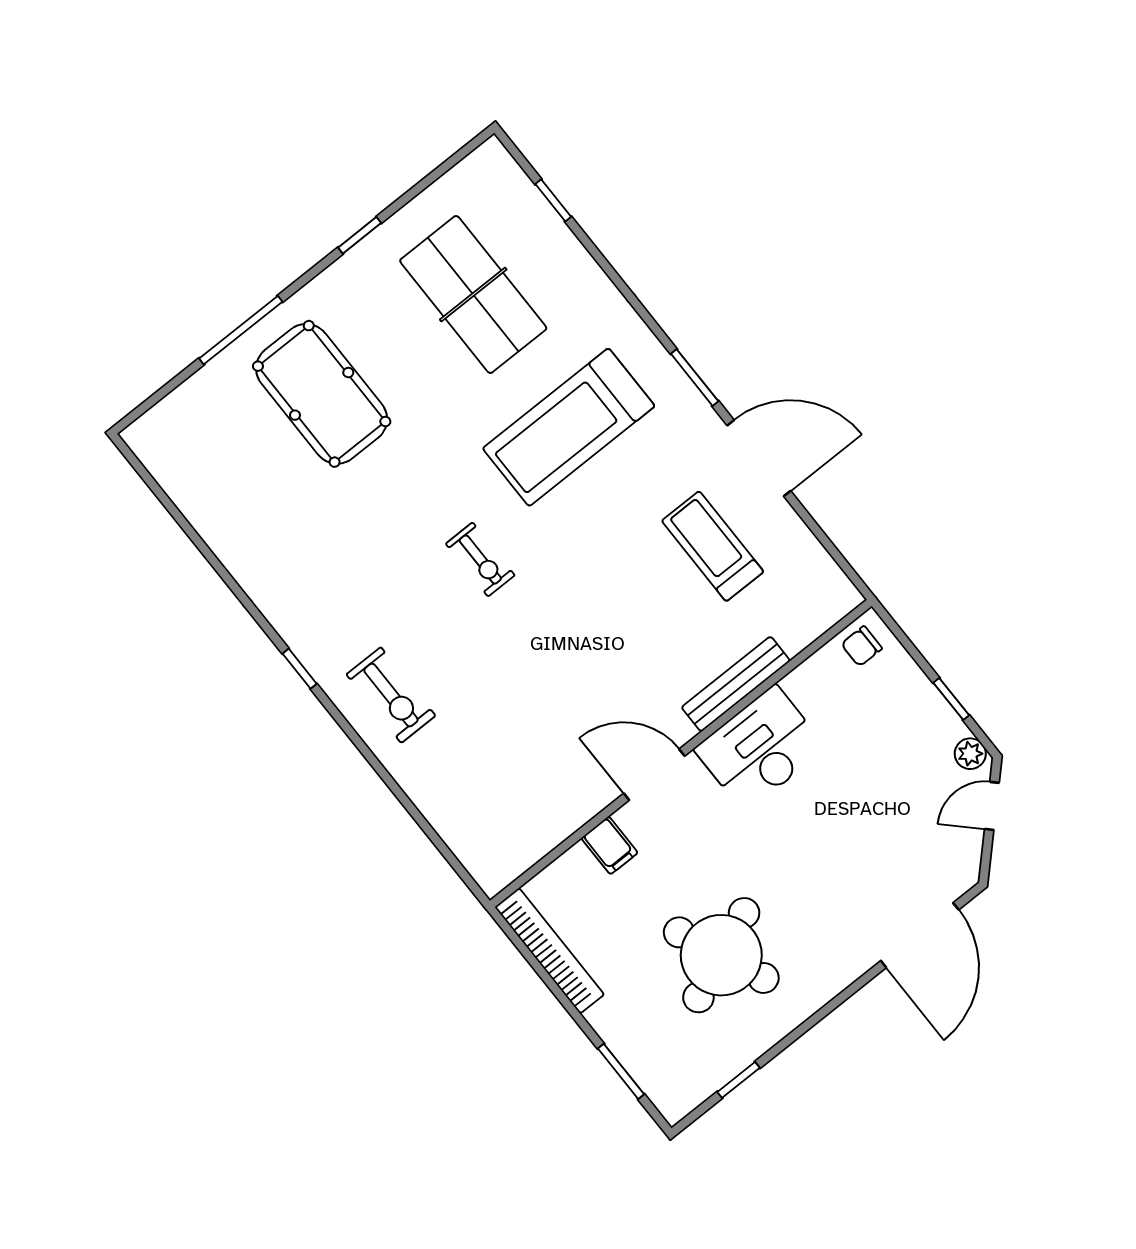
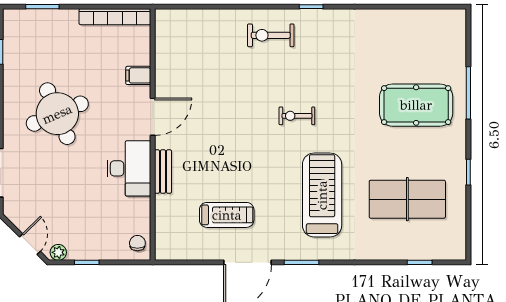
bench: (736, 684) -> (163, 172), width x0.73
round table: (721, 955) -> (57, 114), moved

